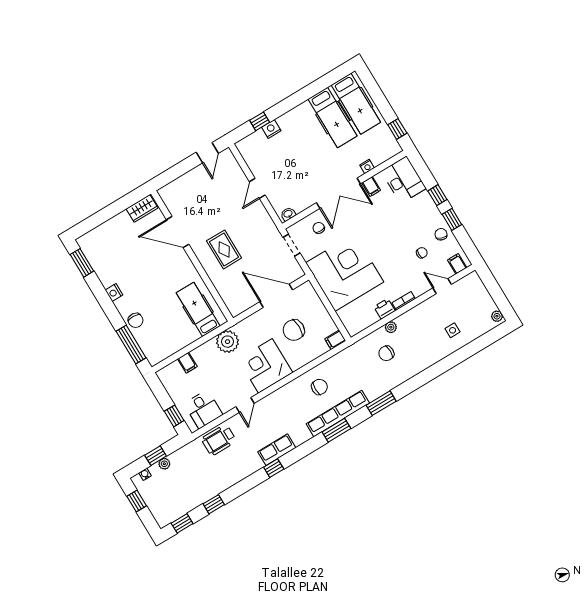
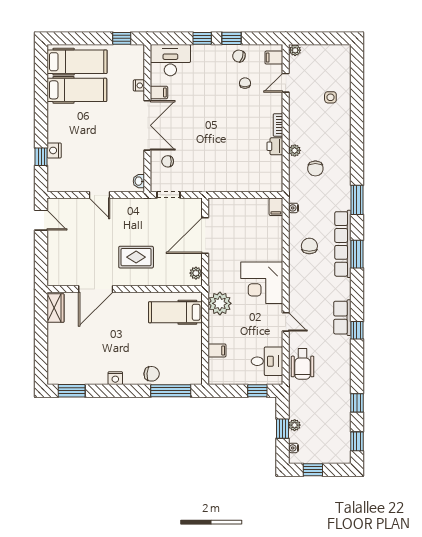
corner desk: (345, 272) -> (221, 162), removed
plant: (241, 307) -> (196, 273), added
plant: (497, 316) -> (295, 50), moved
chair: (294, 330) -> (245, 238), removed
water cooler: (343, 355) -> (293, 208), added

